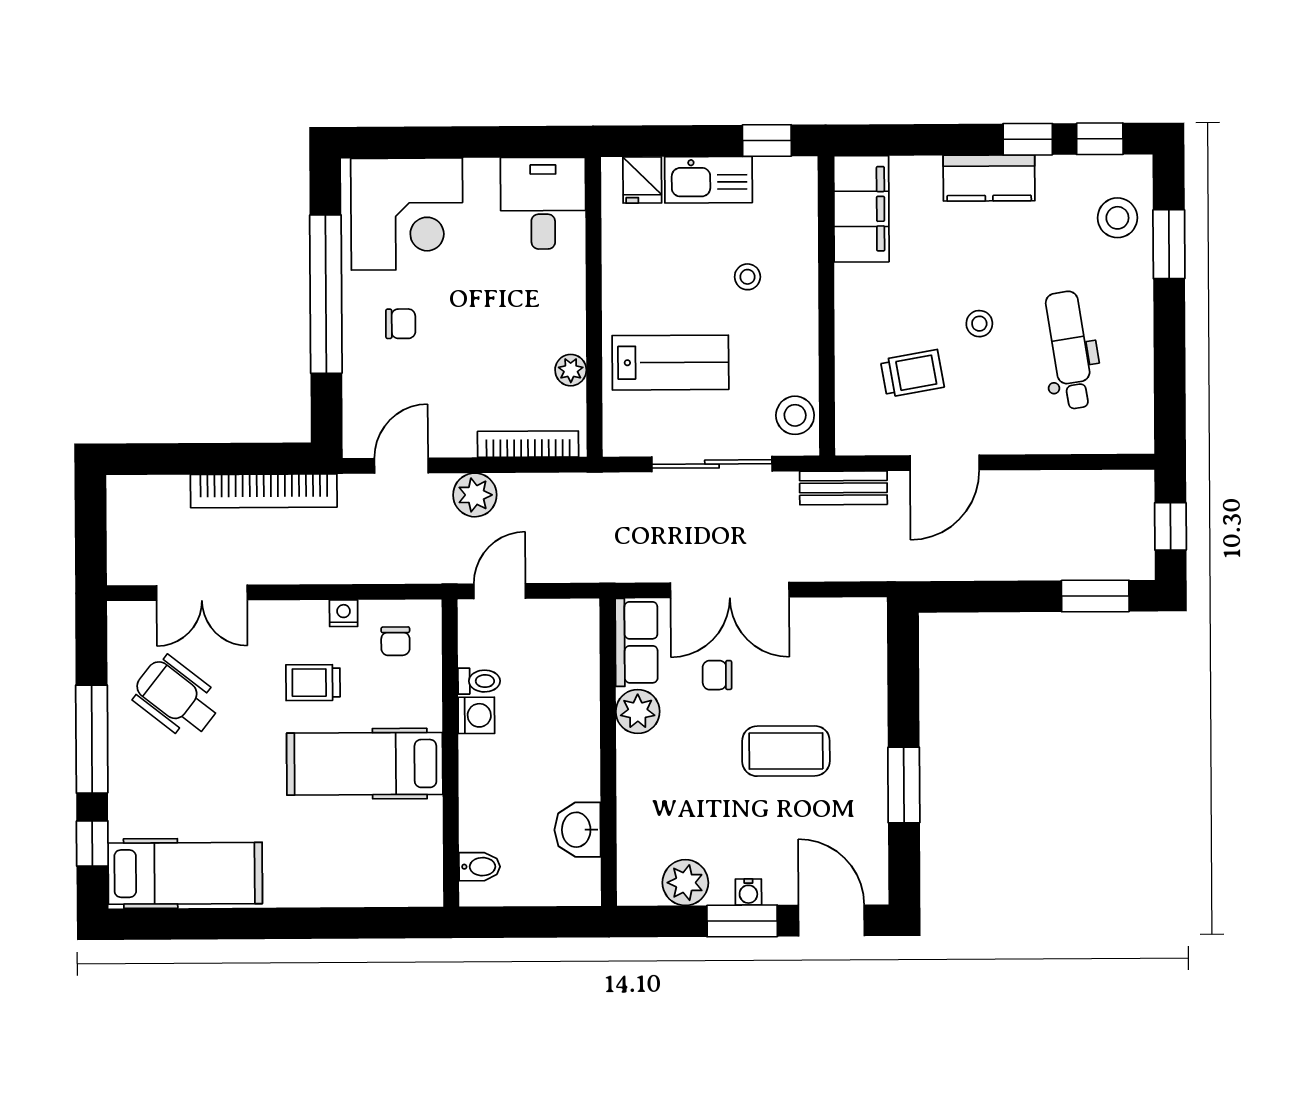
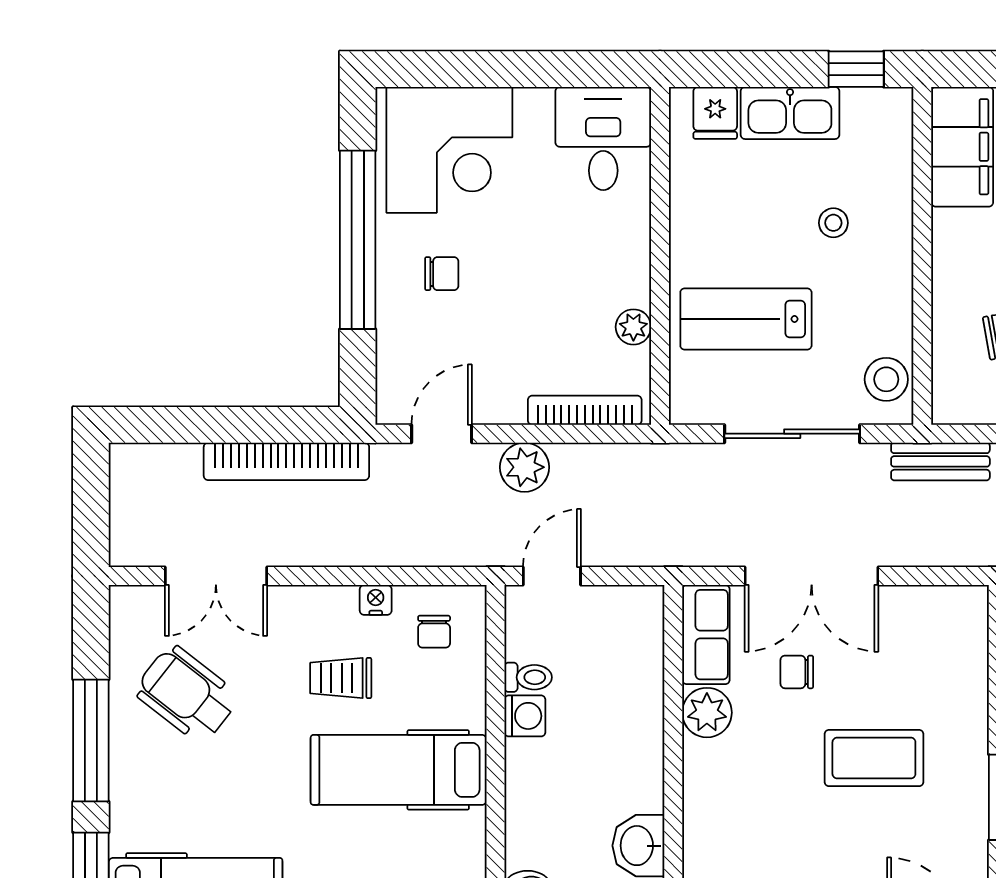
lab bench: (670, 363) -> (746, 319), turned 180

